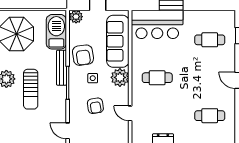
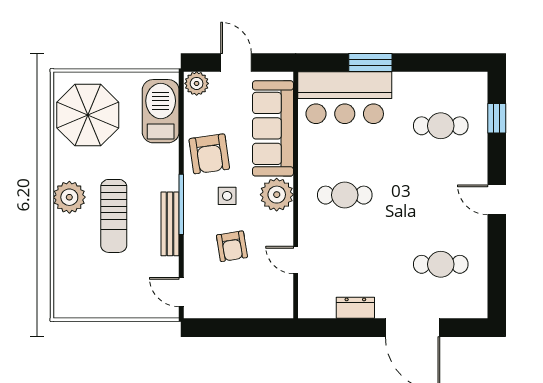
bench: (61, 68) -> (170, 224), moved

